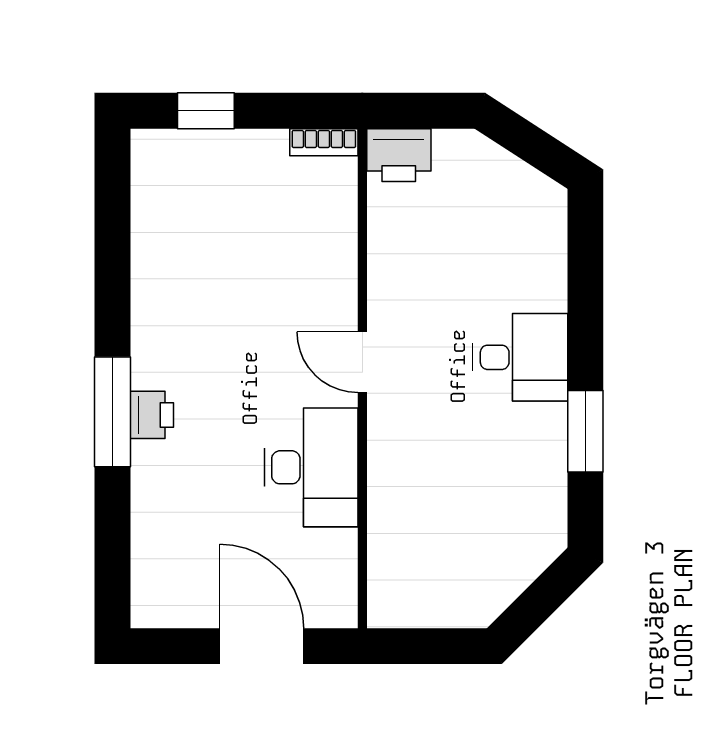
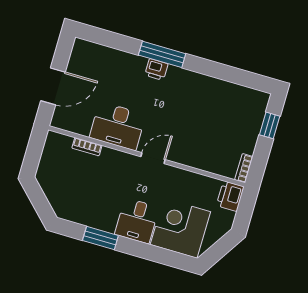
corner desk: (508, 250) -> (180, 228), added
bookcase: (381, 525) -> (87, 147), added

